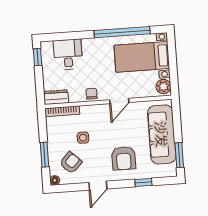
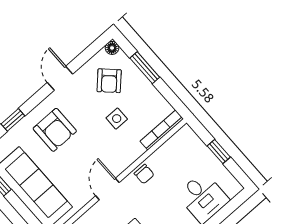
window: (37, 57) -> (219, 152), moved
dresser: (56, 97) -> (180, 141), removed
armchair: (124, 158) -> (55, 130), turned 180

